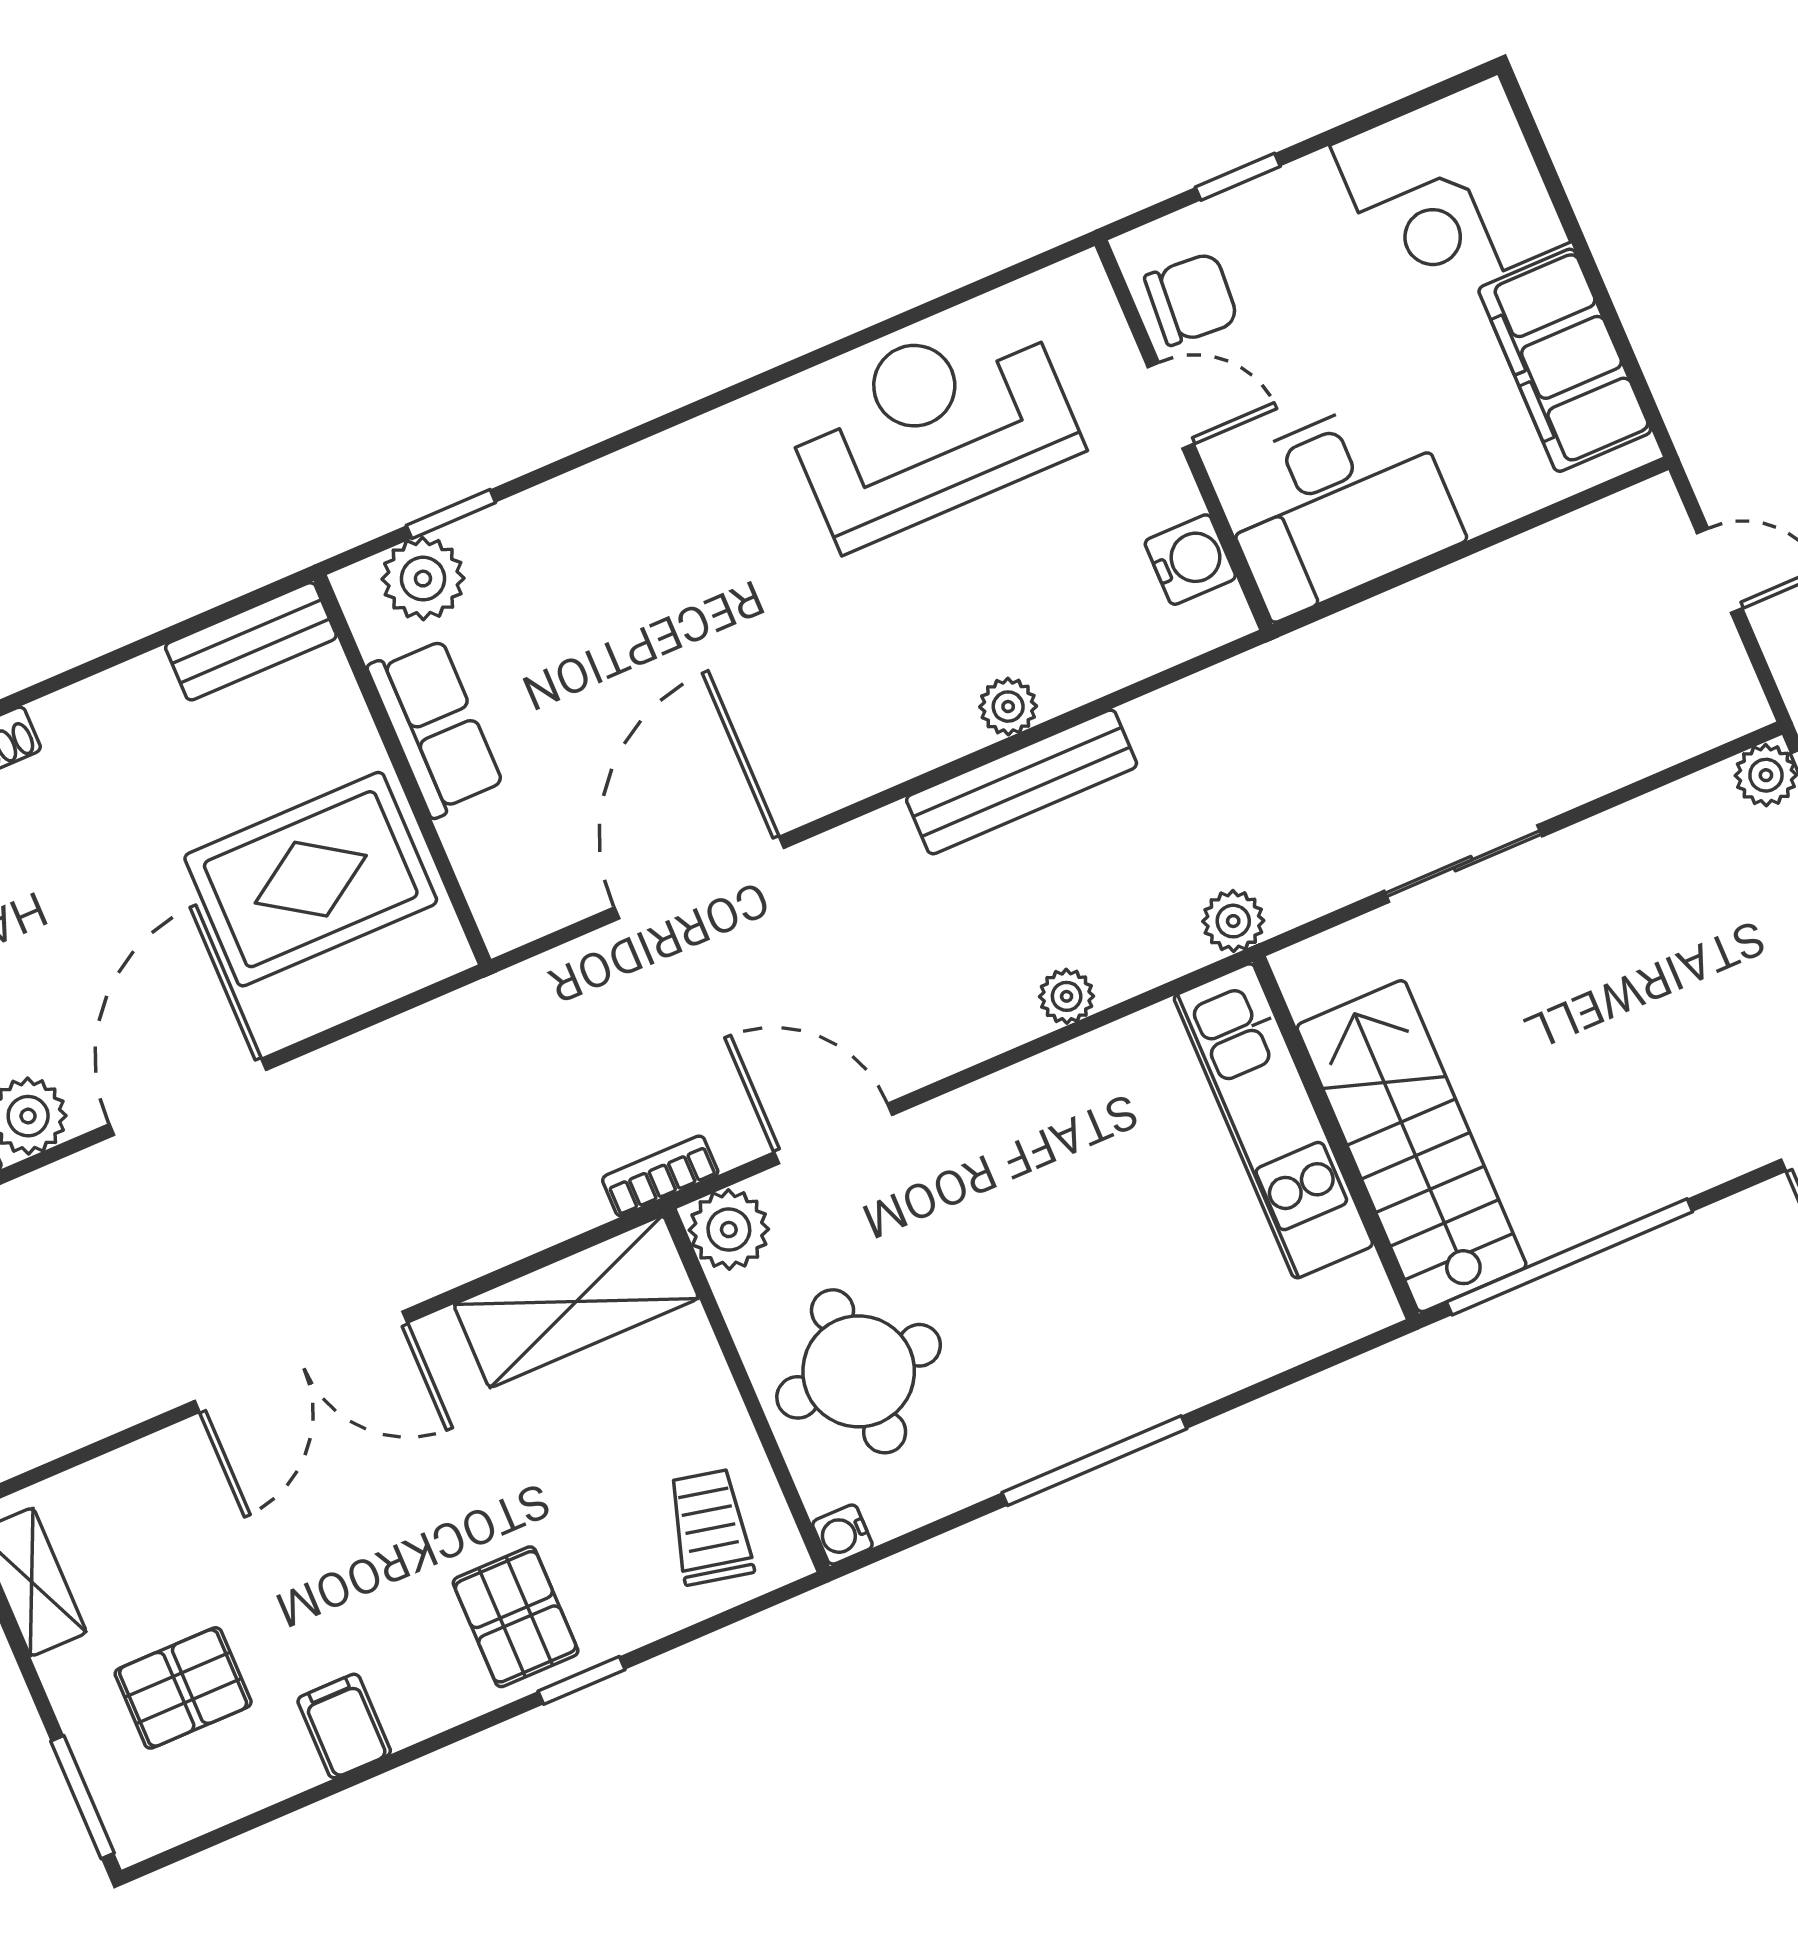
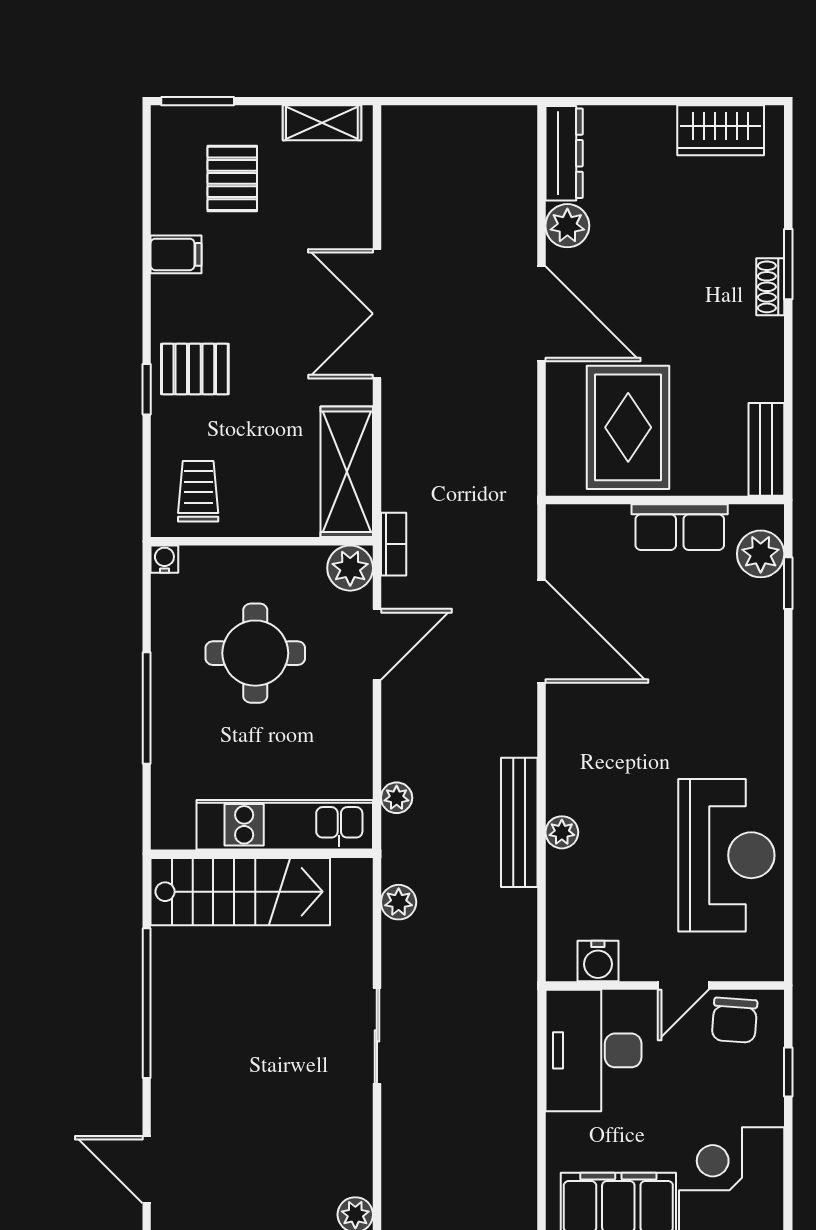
kitchen unit: (1273, 1121) -> (285, 825), moved
wall: (1336, 1138) -> (262, 854), moved
stairs: (1412, 1146) -> (240, 892), moved
round table: (859, 1371) -> (255, 653), moved
trolley: (710, 1527) -> (198, 491), turned -102

